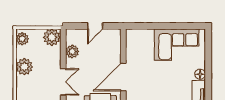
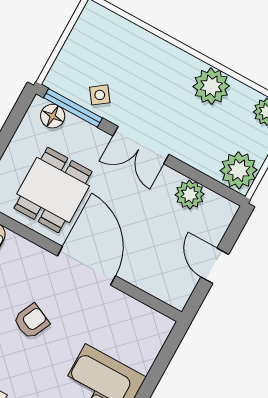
armchair: (157, 87) -> (31, 321), added

